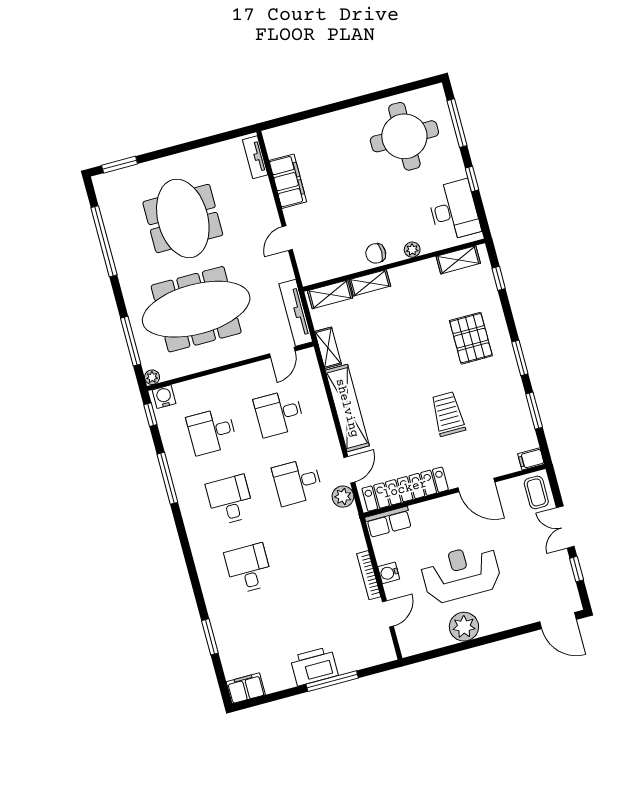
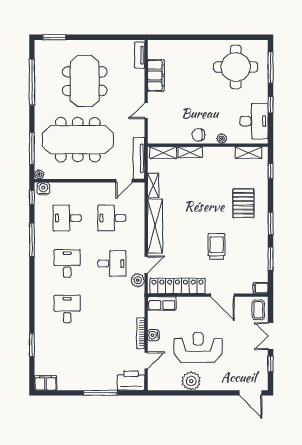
desk: (297, 482) -> (112, 264), turned 180
printer: (314, 666) -> (131, 381), moved

